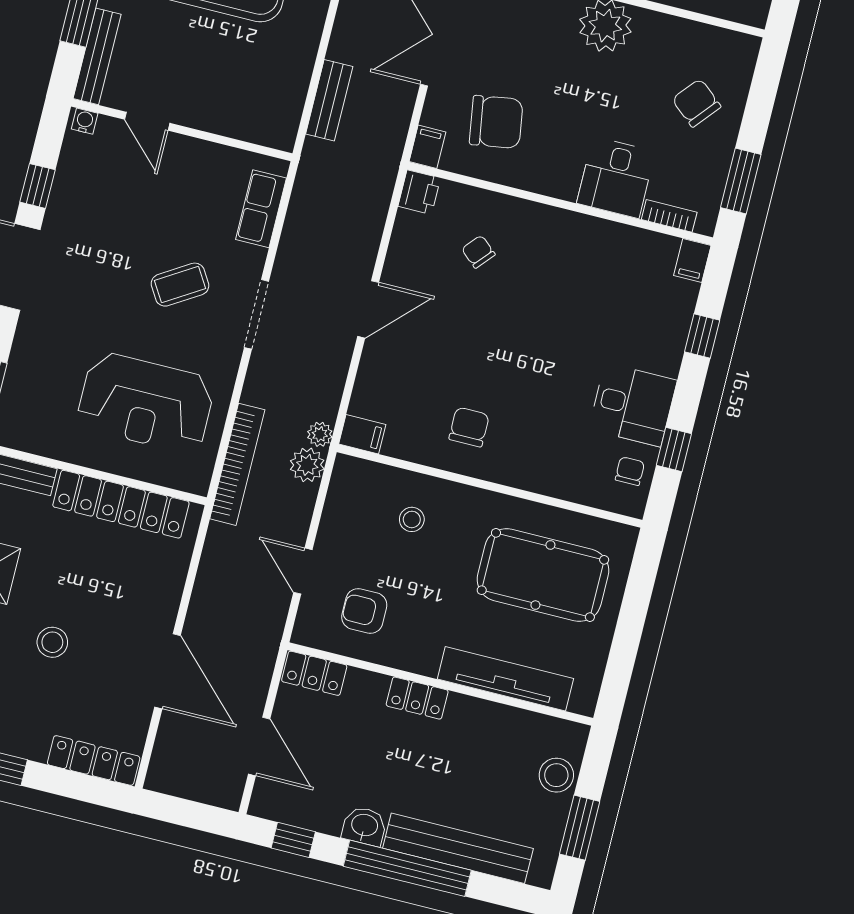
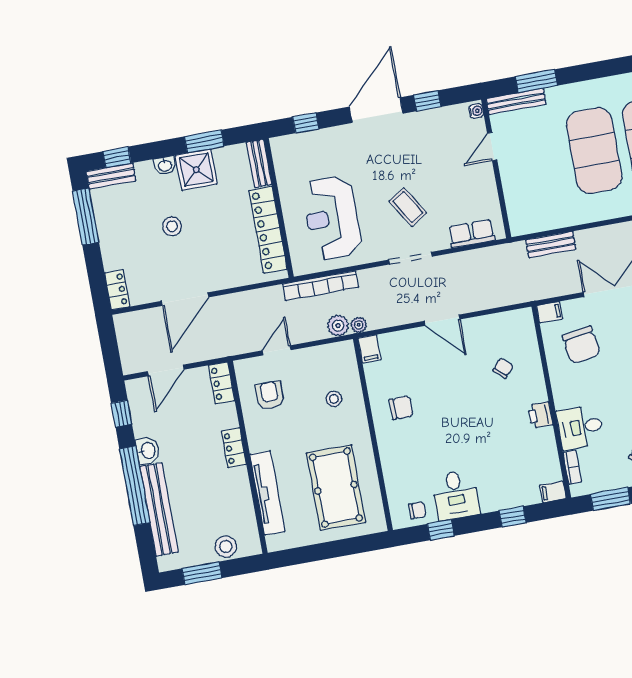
printer: (419, 192) -> (540, 415), moved, turned 90
locker: (94, 760) -> (117, 290), width x0.66

